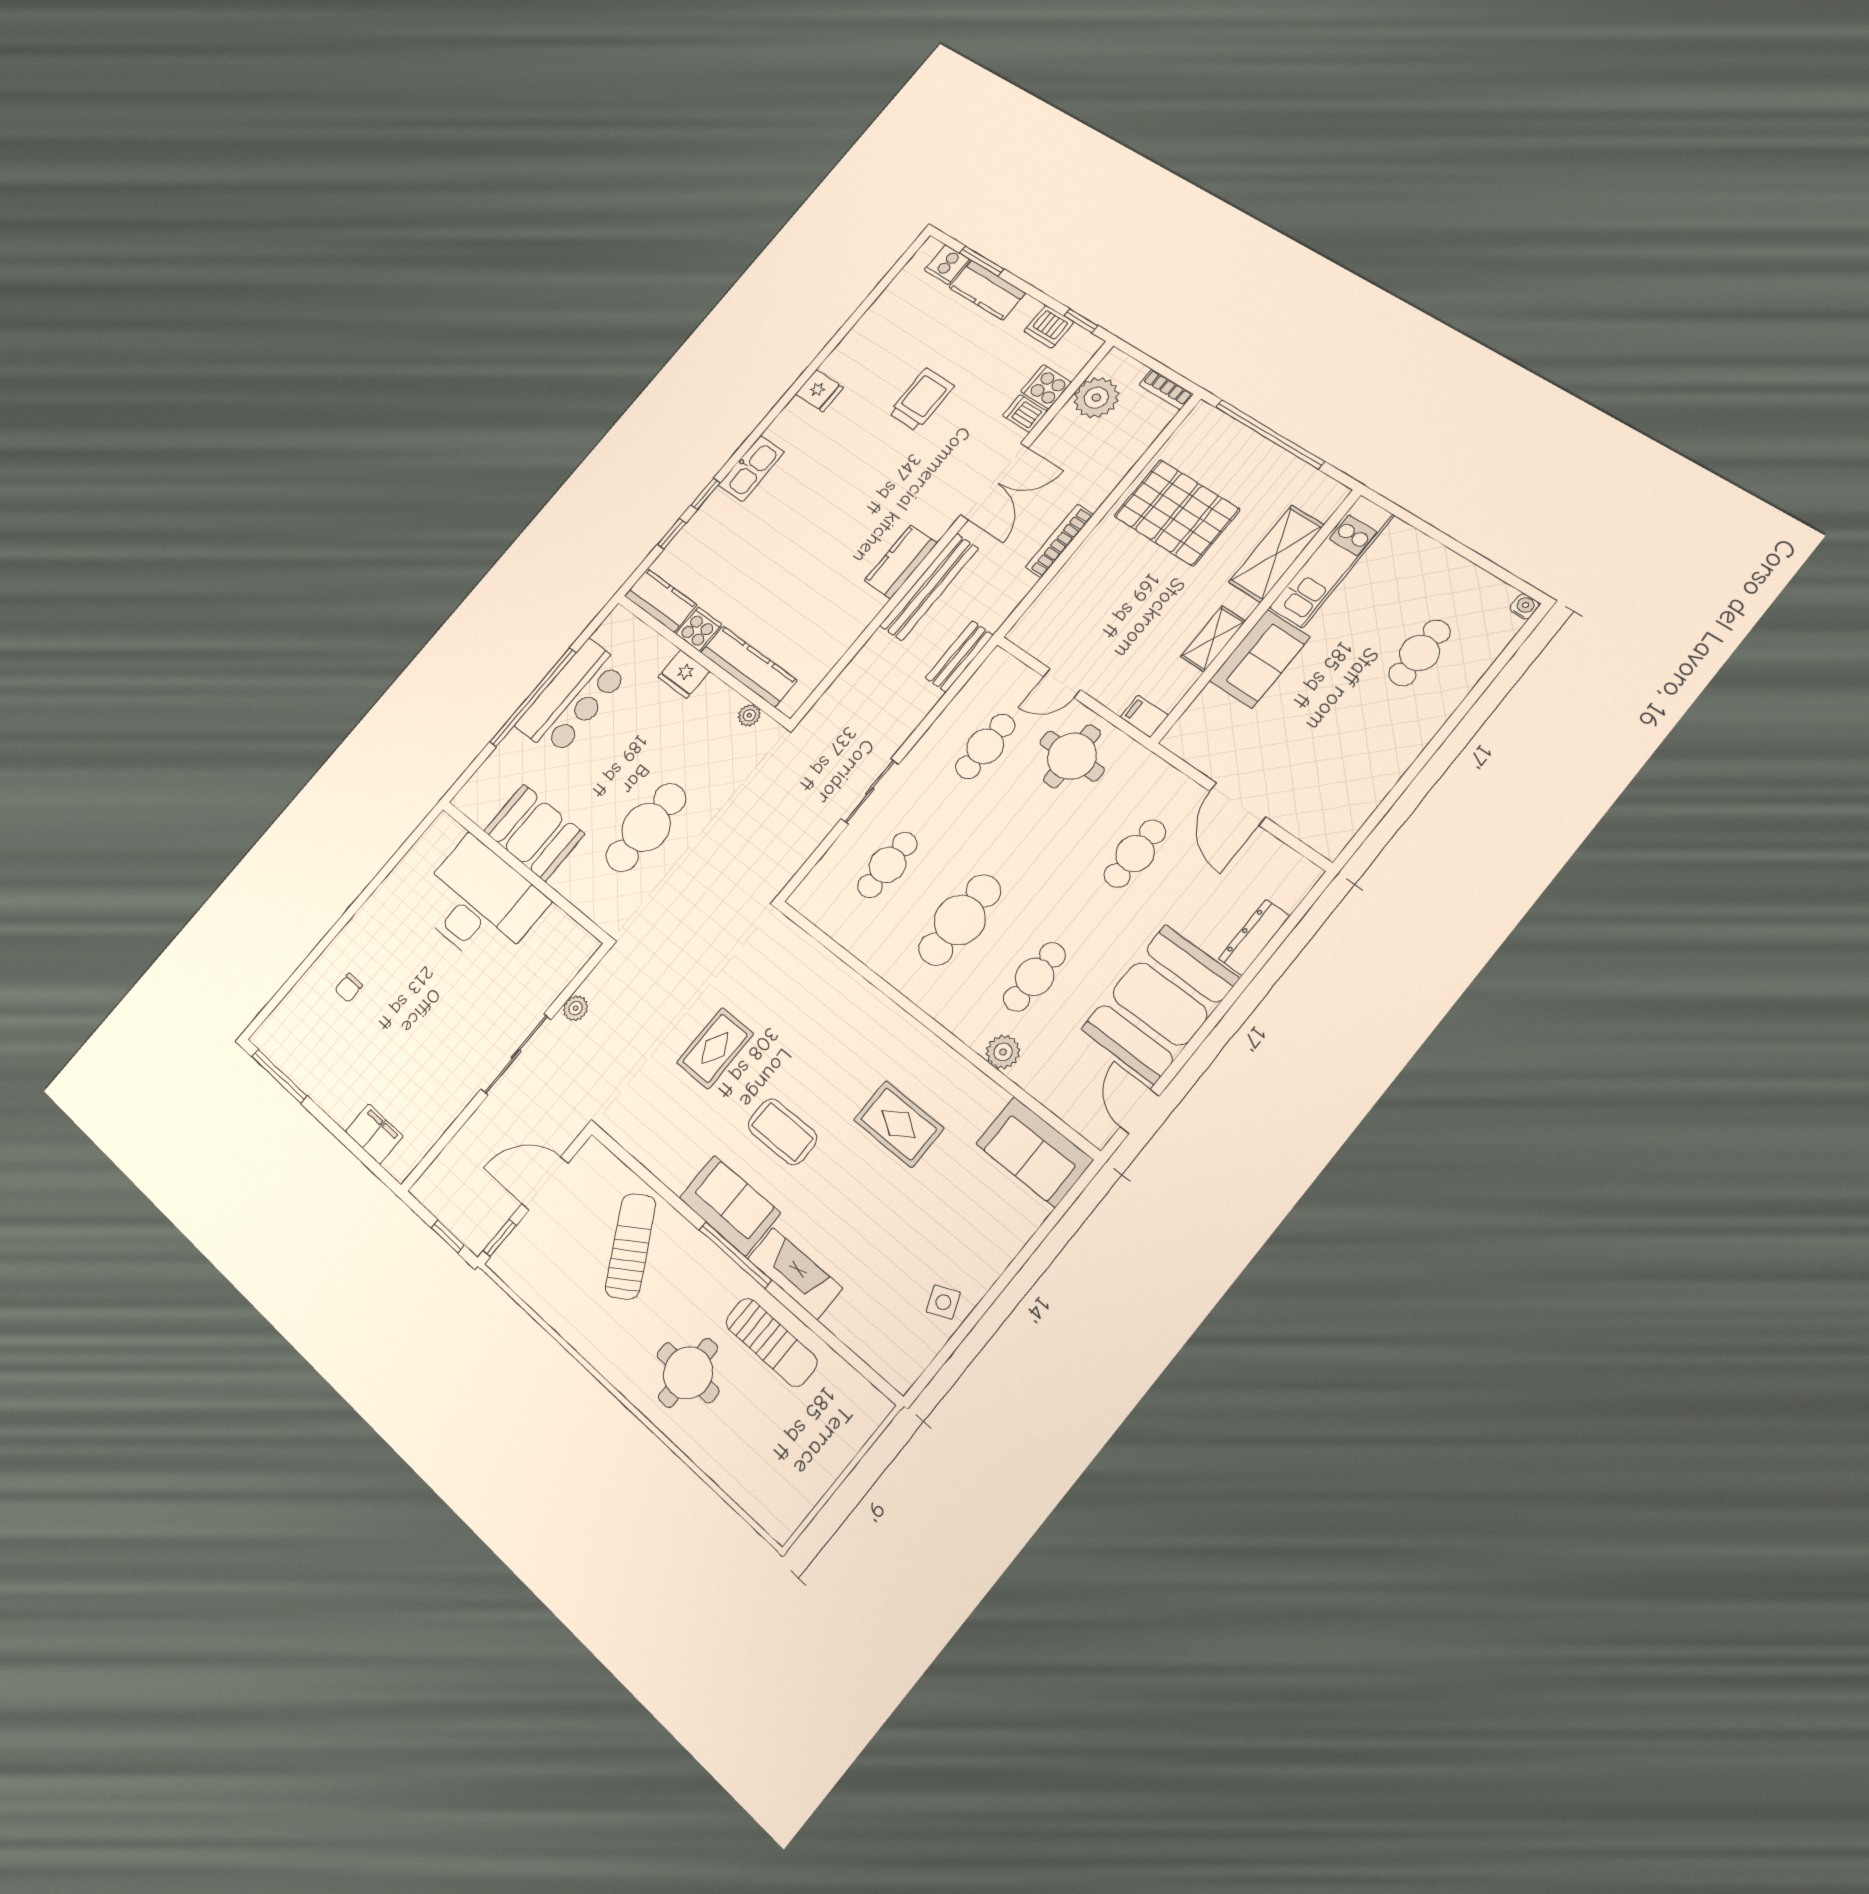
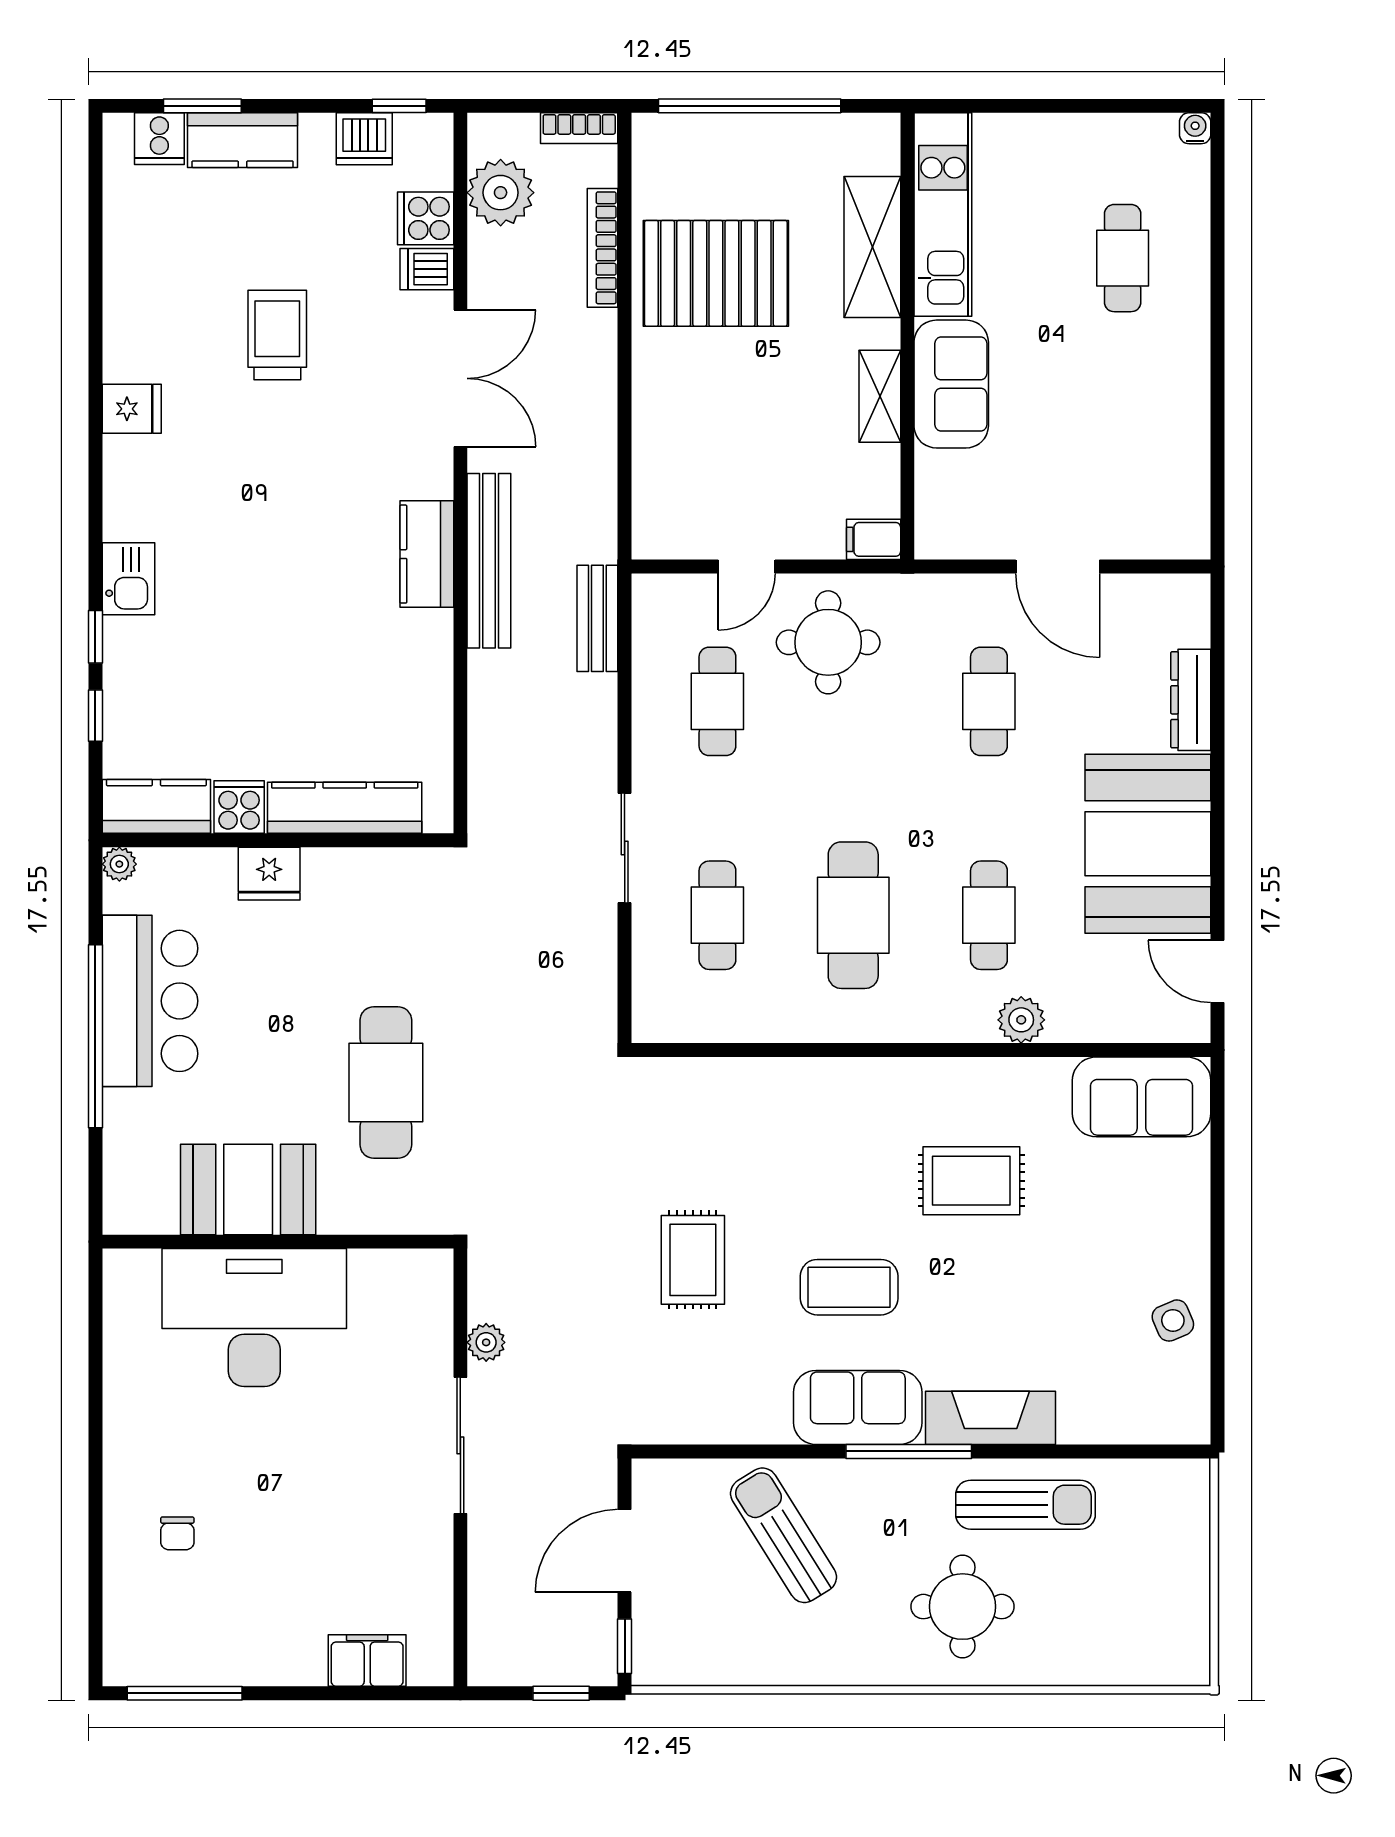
kitchen sink: (751, 468) -> (128, 579), width x0.73
bookcase: (1059, 541) -> (602, 248), moved
plant: (749, 715) -> (119, 864), moved

